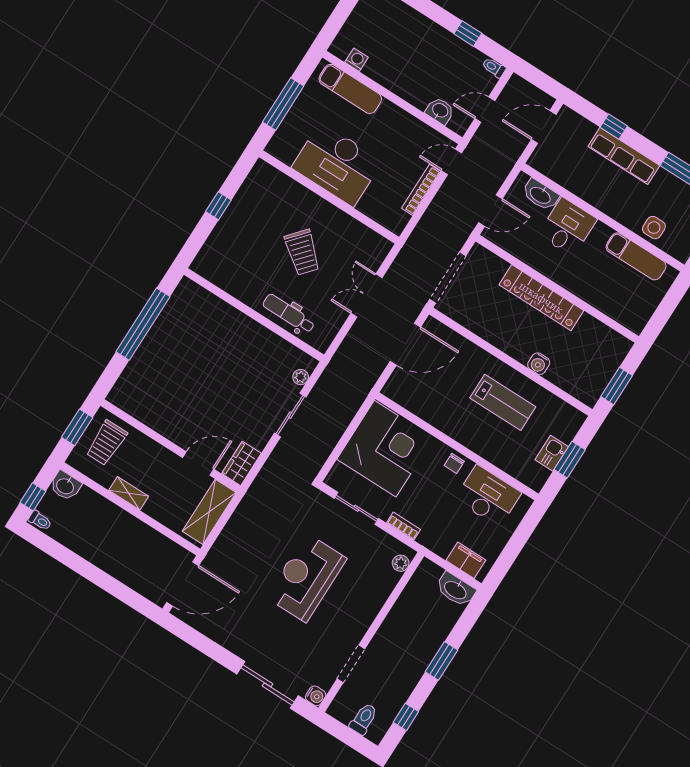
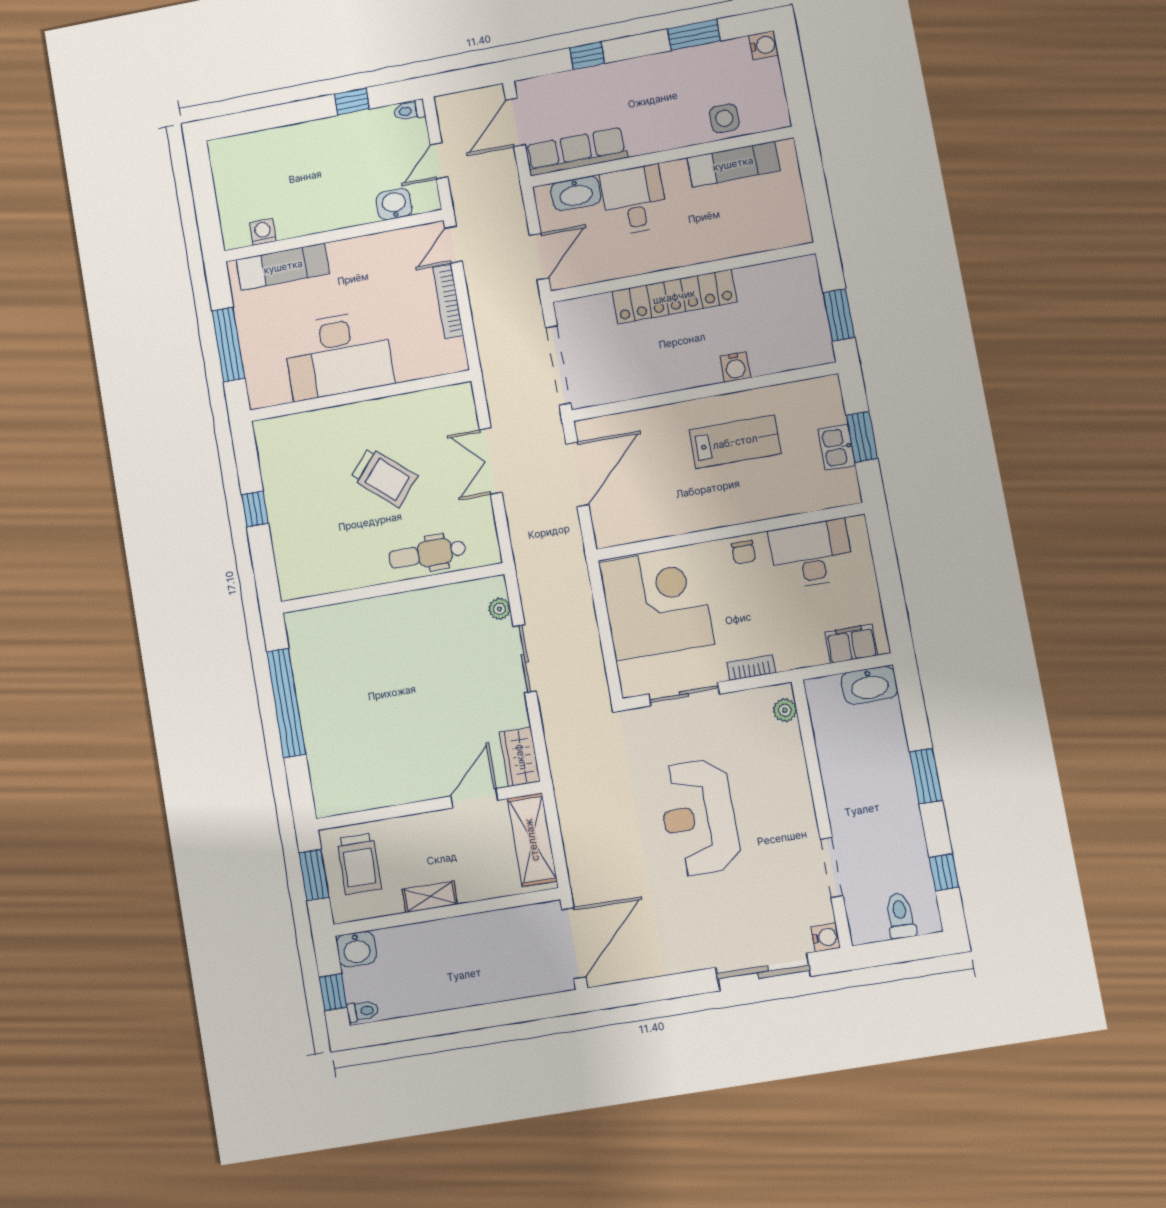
row of seats: (624, 156) -> (576, 151), moved, turned 180

